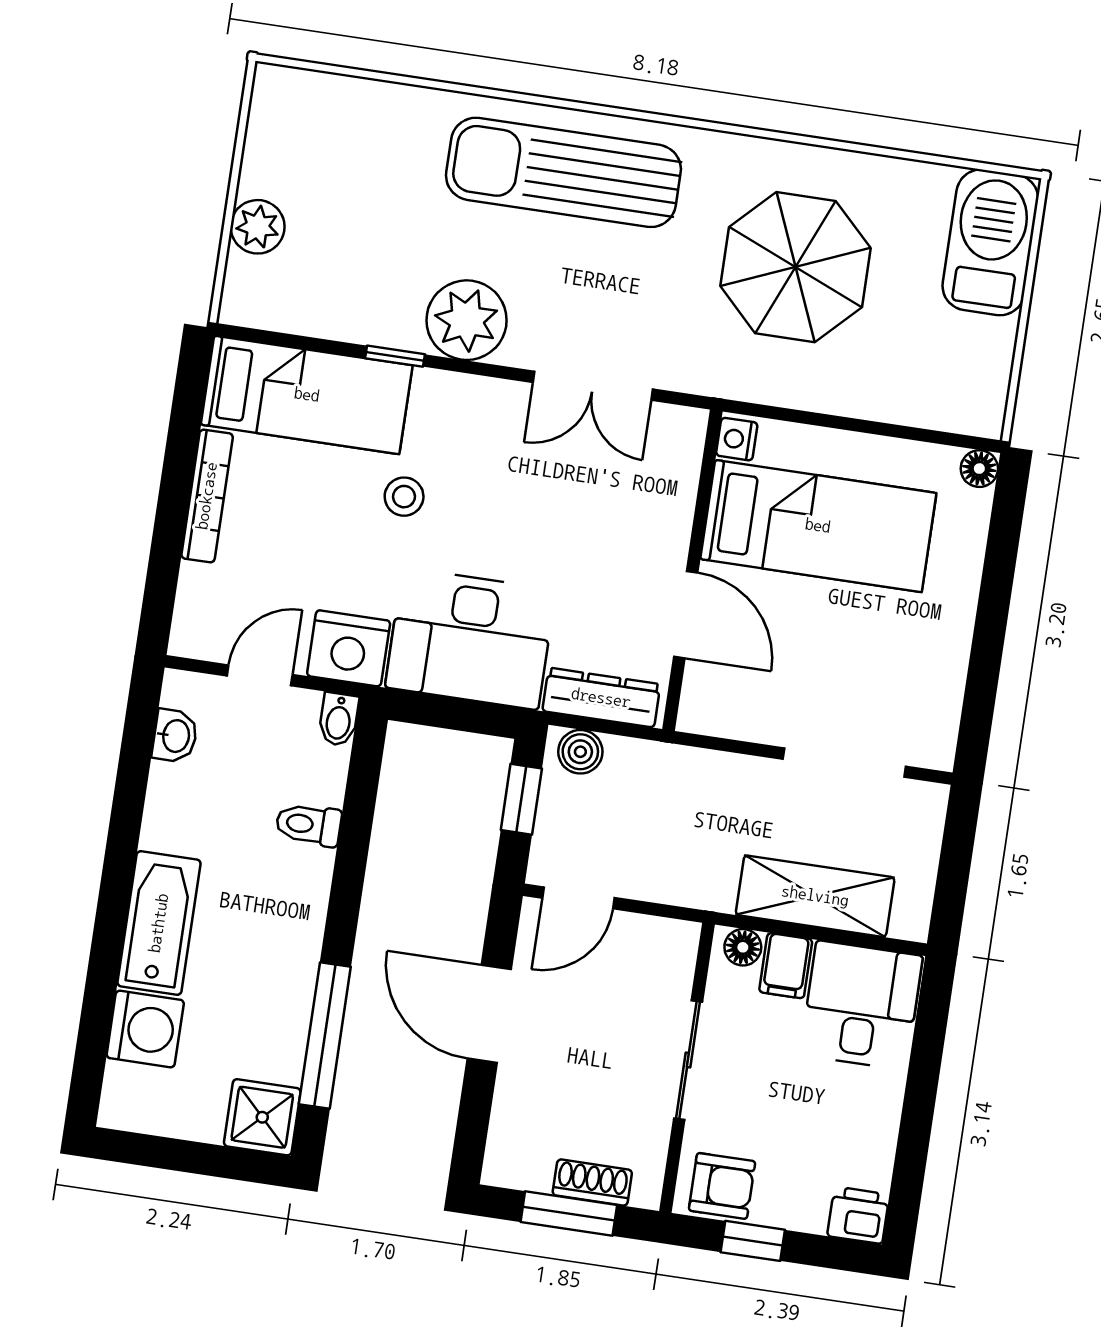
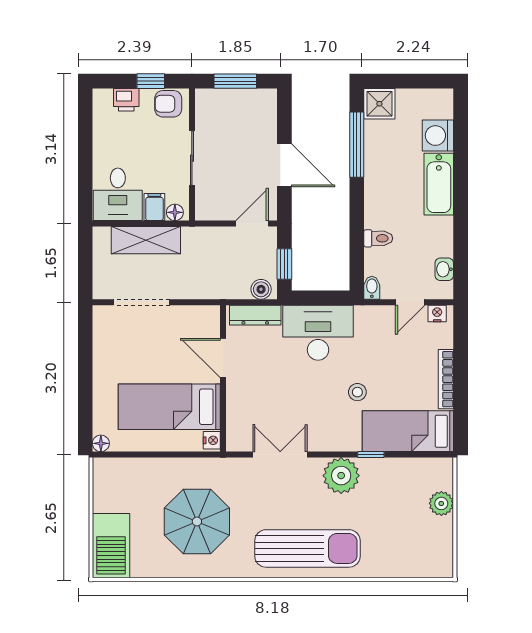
nightstand: (349, 648) -> (437, 313), moved, width x0.53, depth x0.56
shoe rack: (592, 1183) -> (227, 97), removed
printer: (858, 1215) -> (126, 100), moved

